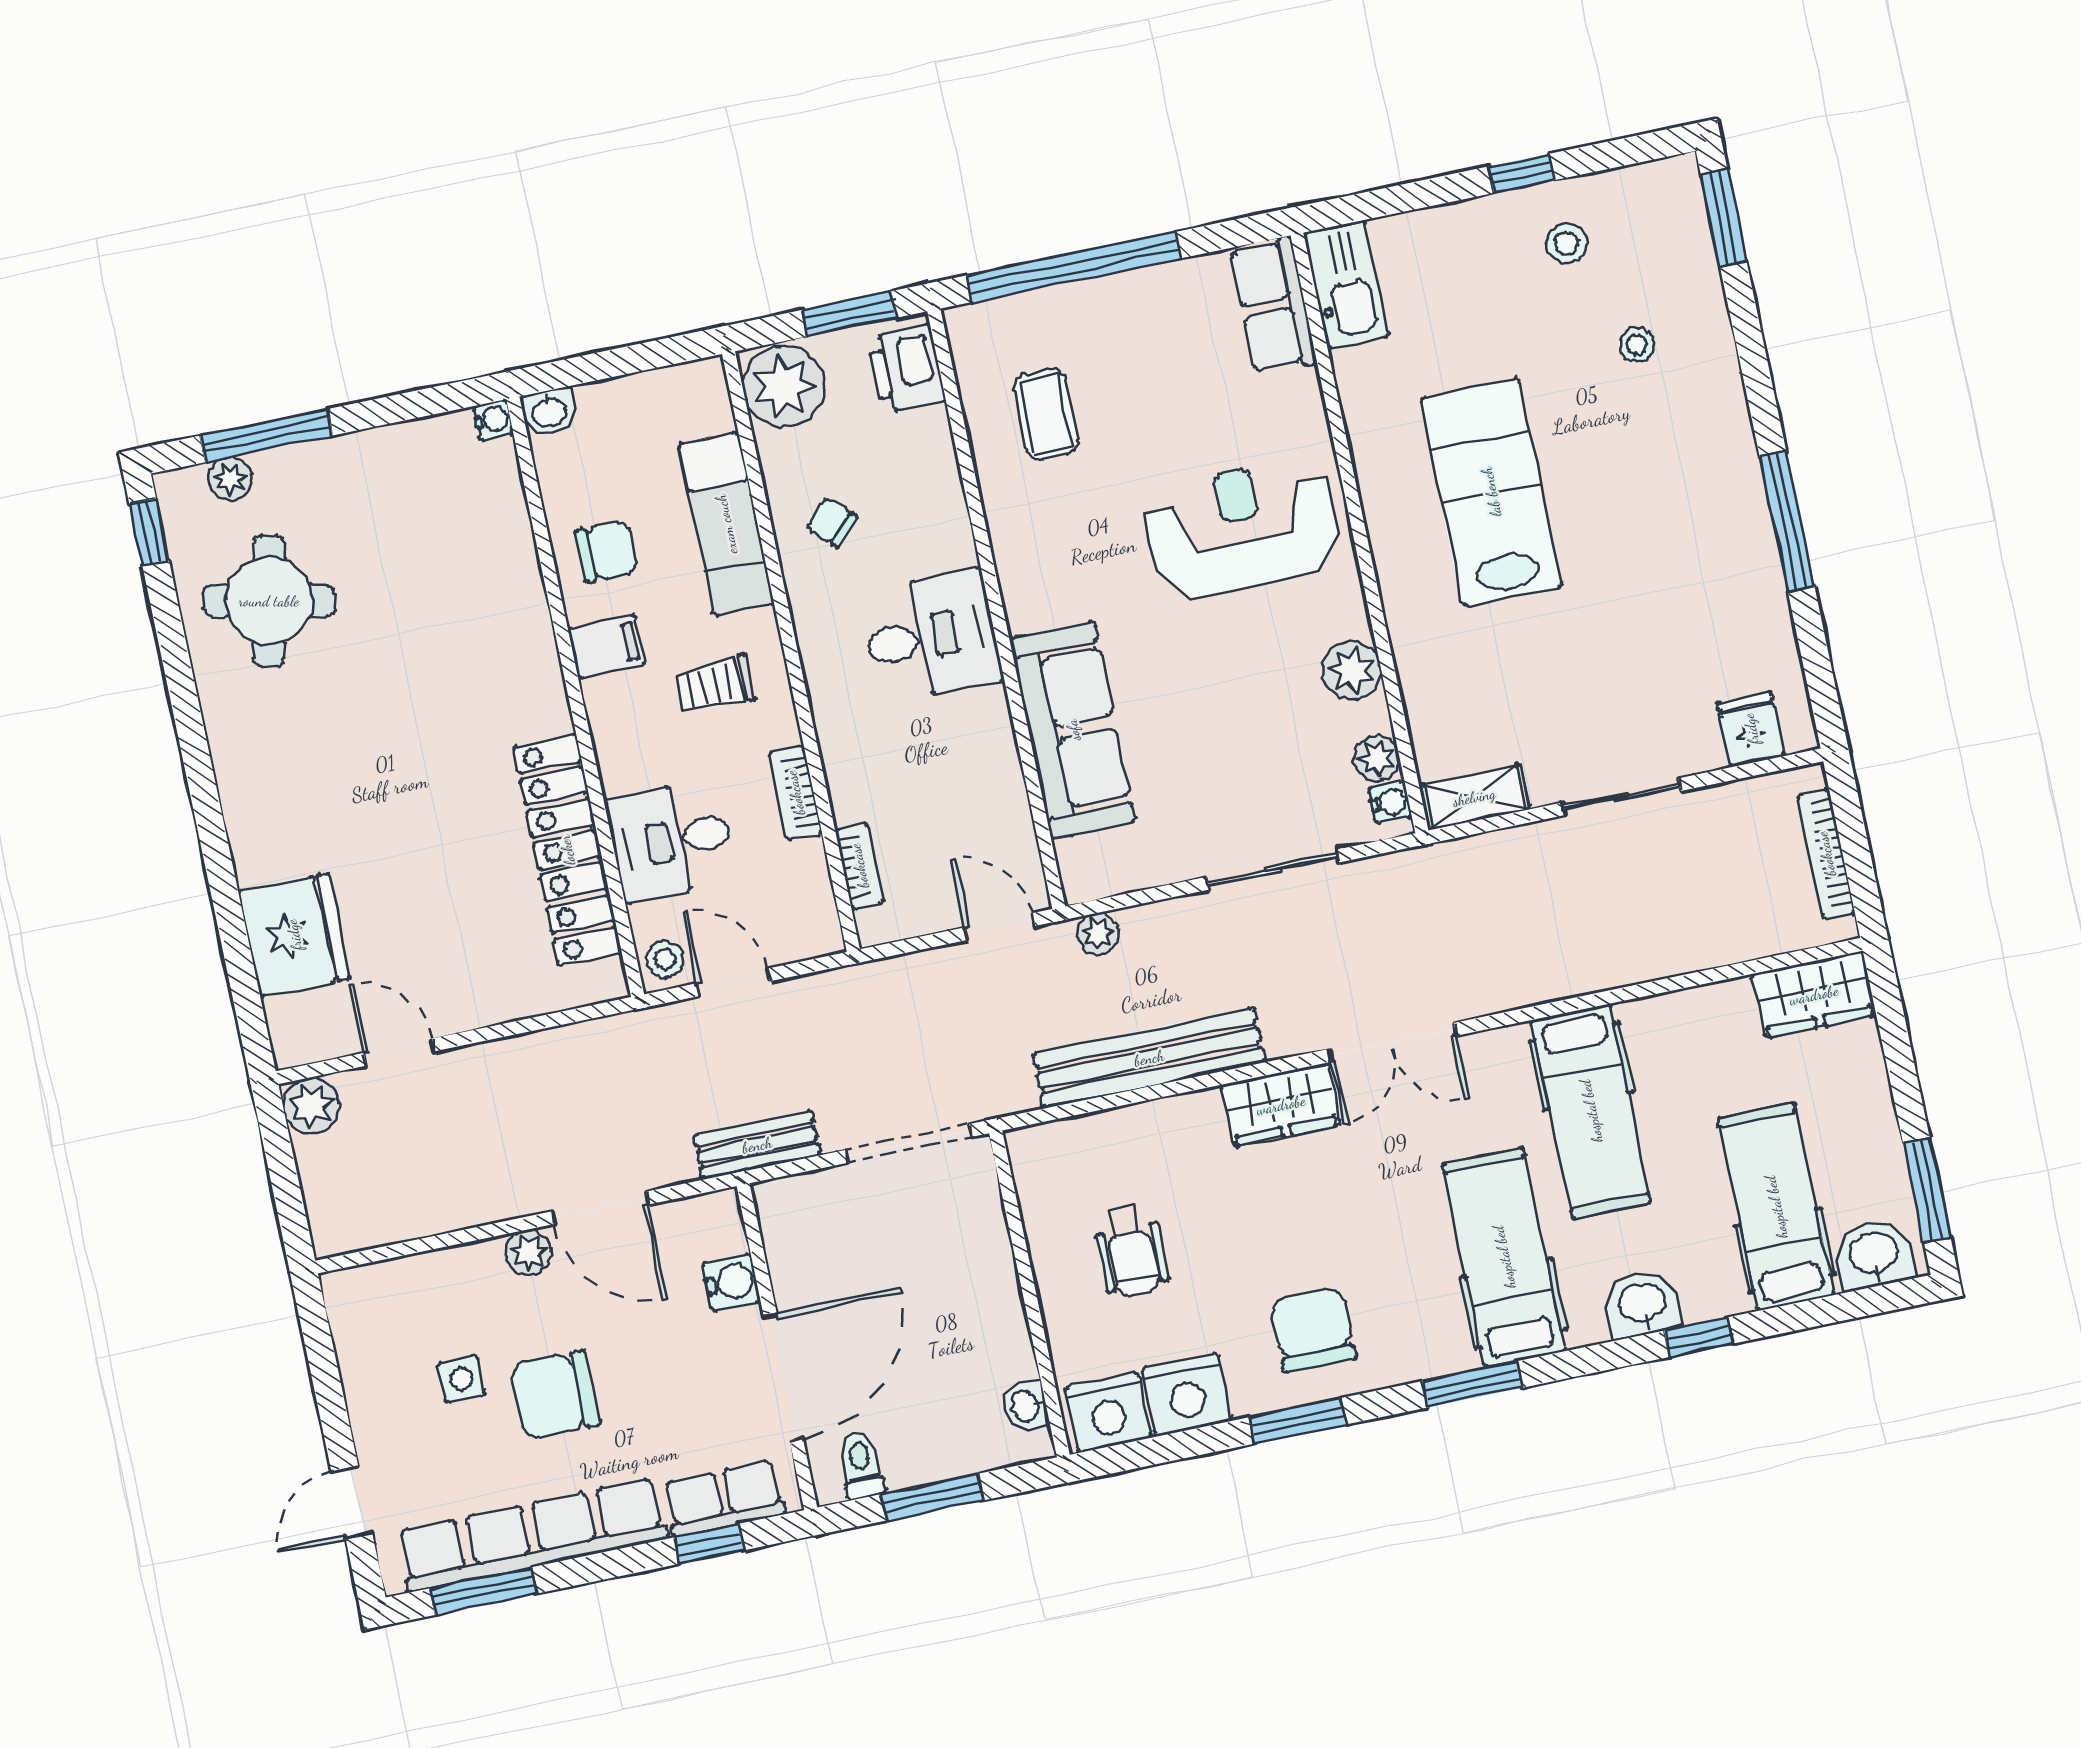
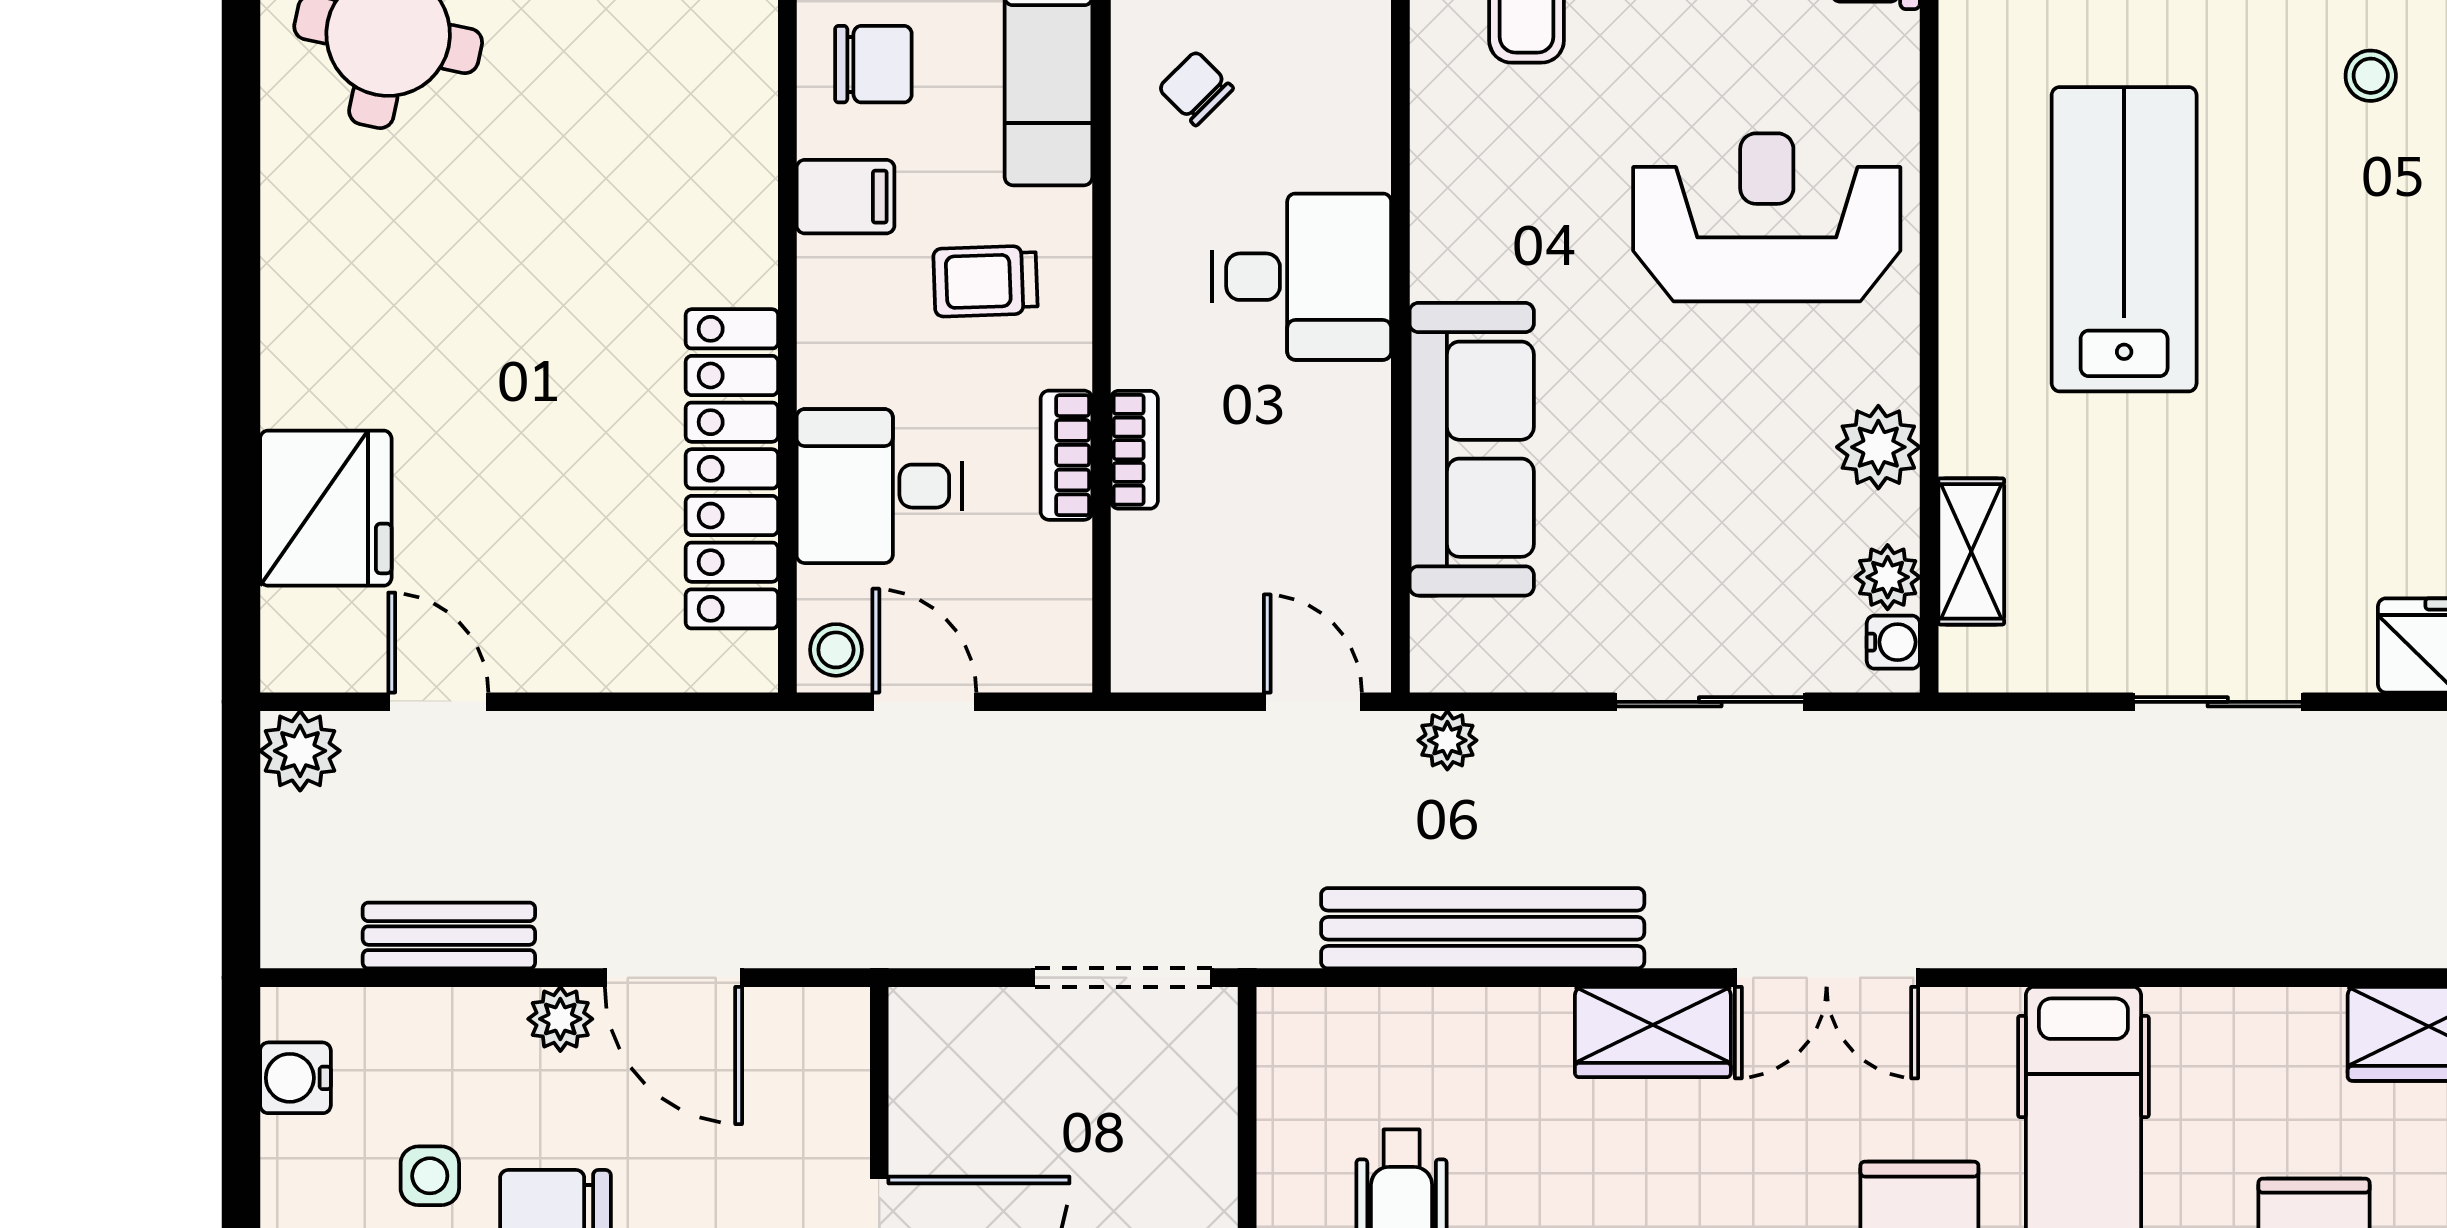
shelving: (1474, 797) -> (1971, 551), moved, turned 90
bookcase: (859, 866) -> (1134, 450), moved
bench: (757, 1145) -> (449, 936), moved
water cooler: (732, 1282) -> (295, 1078), moved, turned 180

